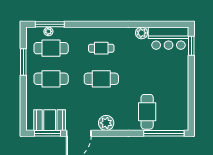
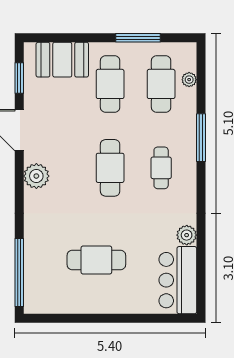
window: (50, 24) -> (201, 138), moved
window: (191, 46) -> (165, 318), removed
cafe table: (147, 112) -> (96, 260), moved
booth: (50, 120) -> (62, 60), moved, turned 90
window: (47, 133) -> (19, 78), width x0.69

